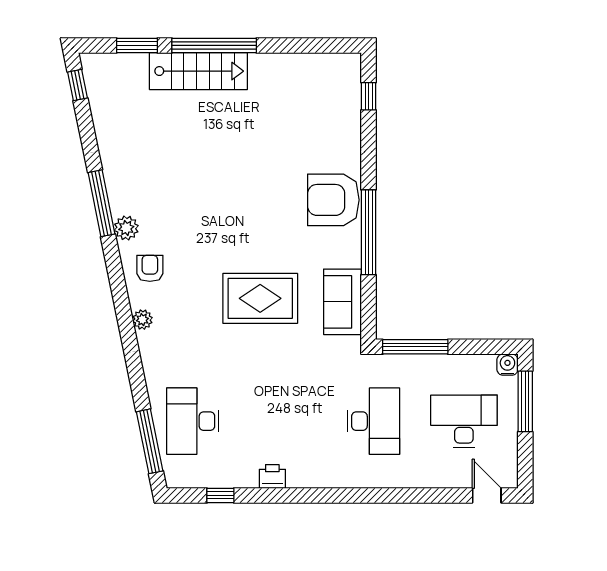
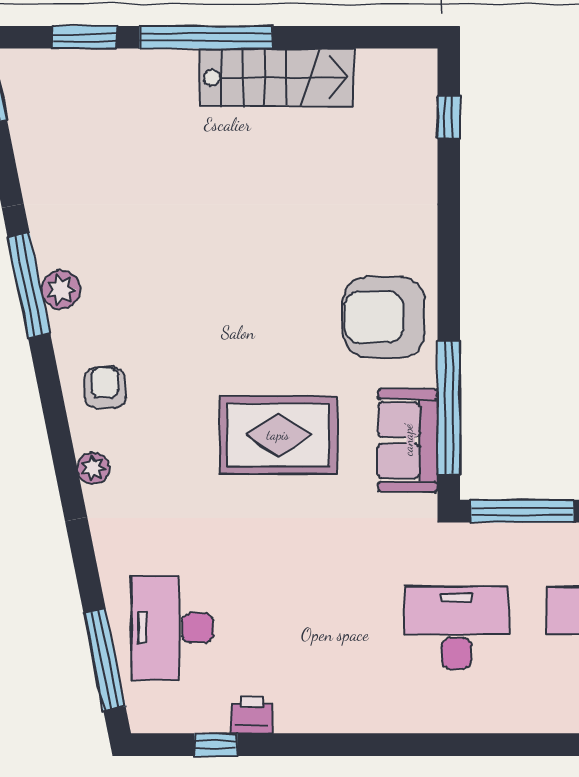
stairs: (198, 71) -> (276, 78), moved
armchair: (333, 200) -> (384, 317), moved
plant: (126, 228) -> (61, 290), moved
window: (369, 232) -> (449, 408), moved
desk: (374, 421) -> (457, 628), turned -90
printer: (272, 476) -> (252, 715), moved

